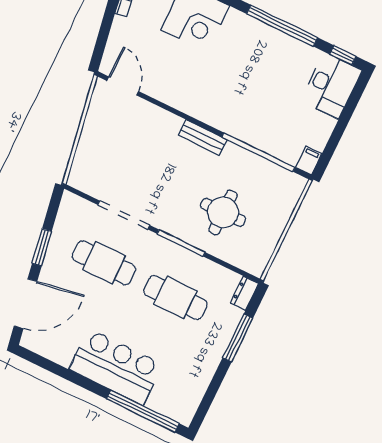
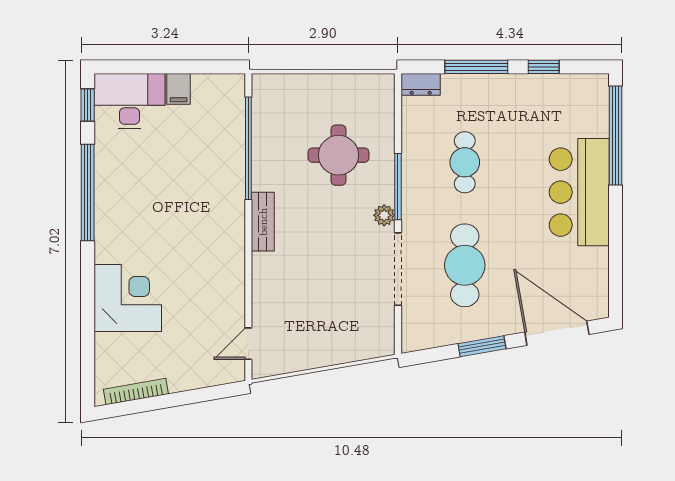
door: (123, 86) -> (248, 344), width x0.73
filing cabinet: (309, 161) -> (179, 89), moved, turned -90
plant: (166, 224) -> (384, 215), added
cafe table: (175, 298) -> (465, 162), width x0.73, depth x0.74
window: (215, 385) -> (544, 67), added

